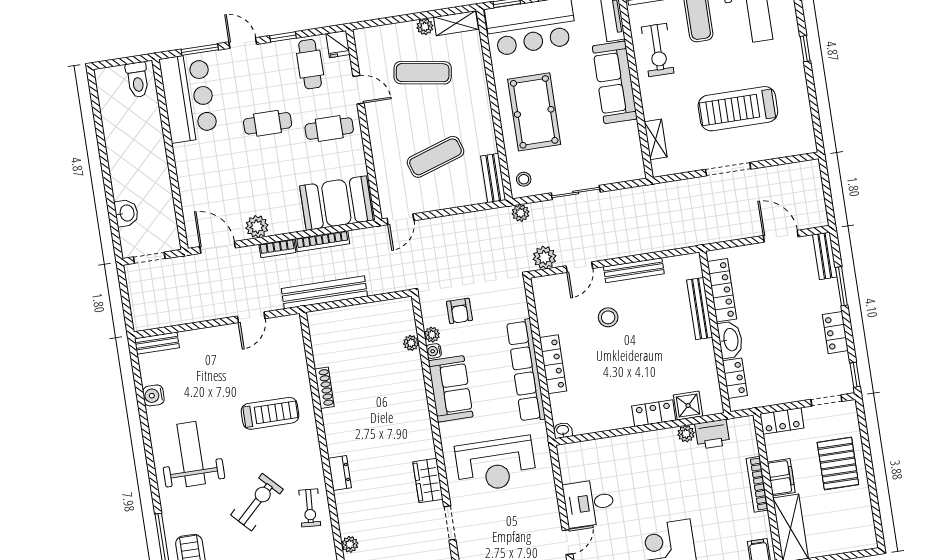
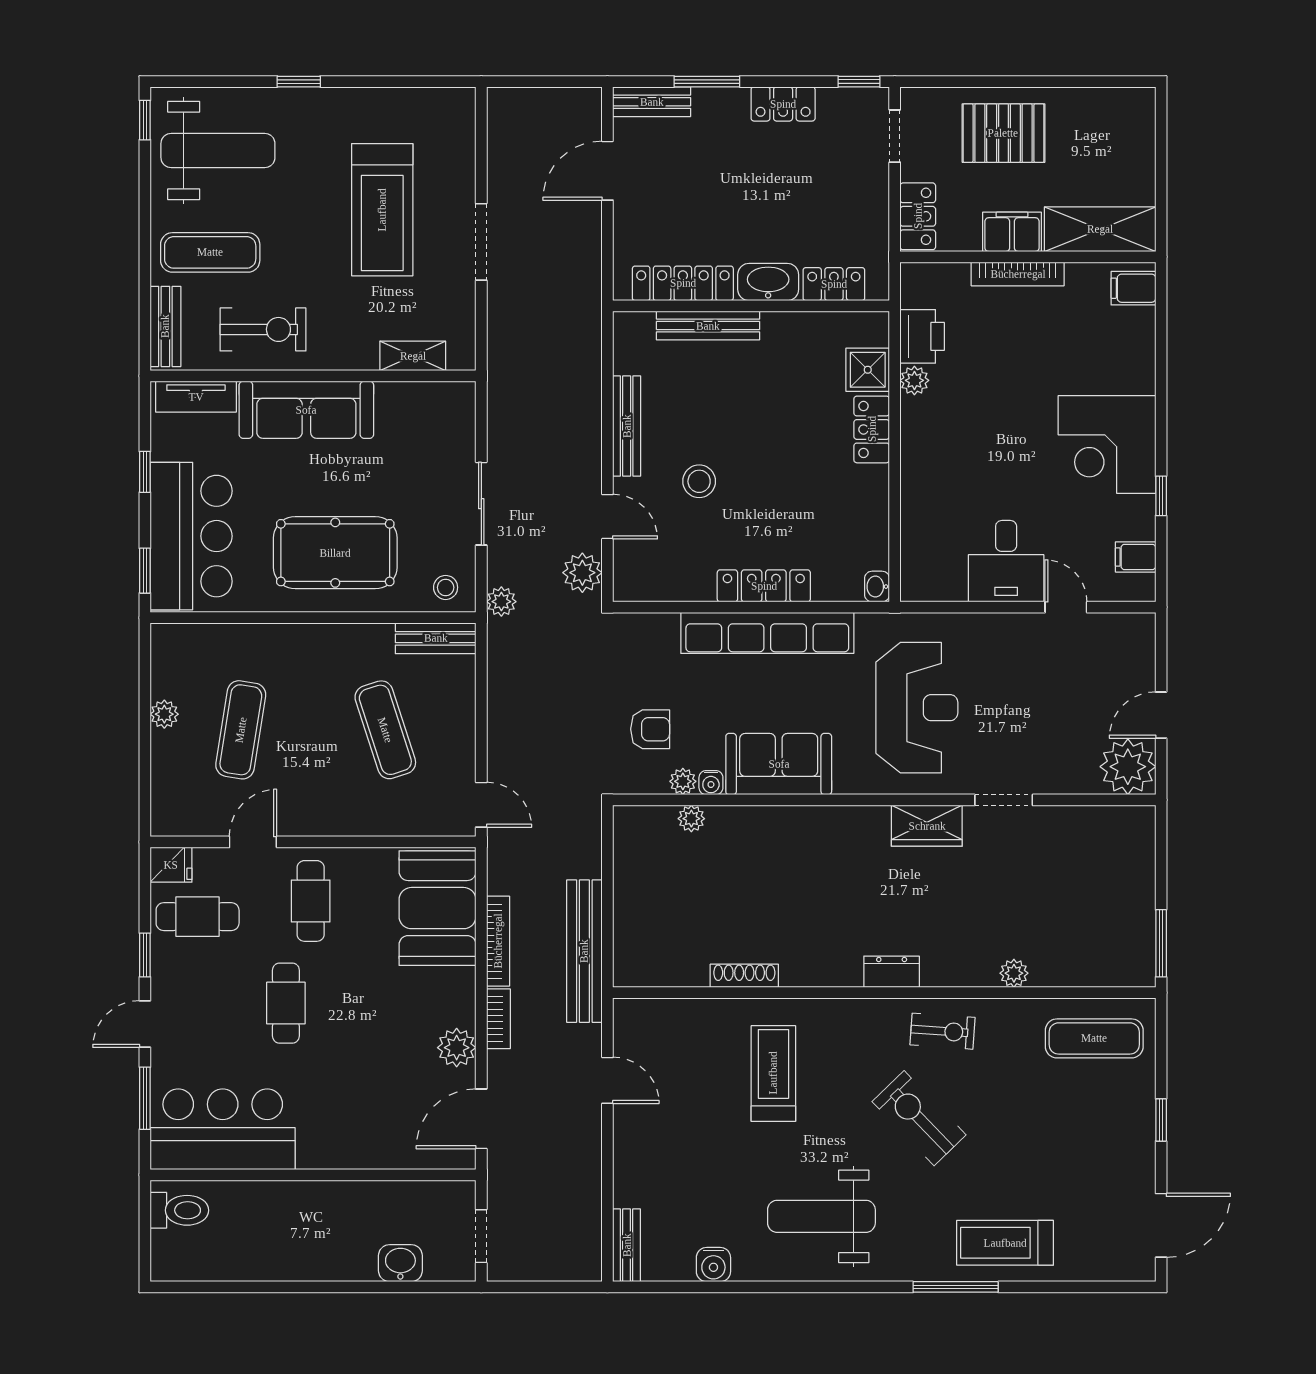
shelving: (456, 23) -> (166, 661), removed

